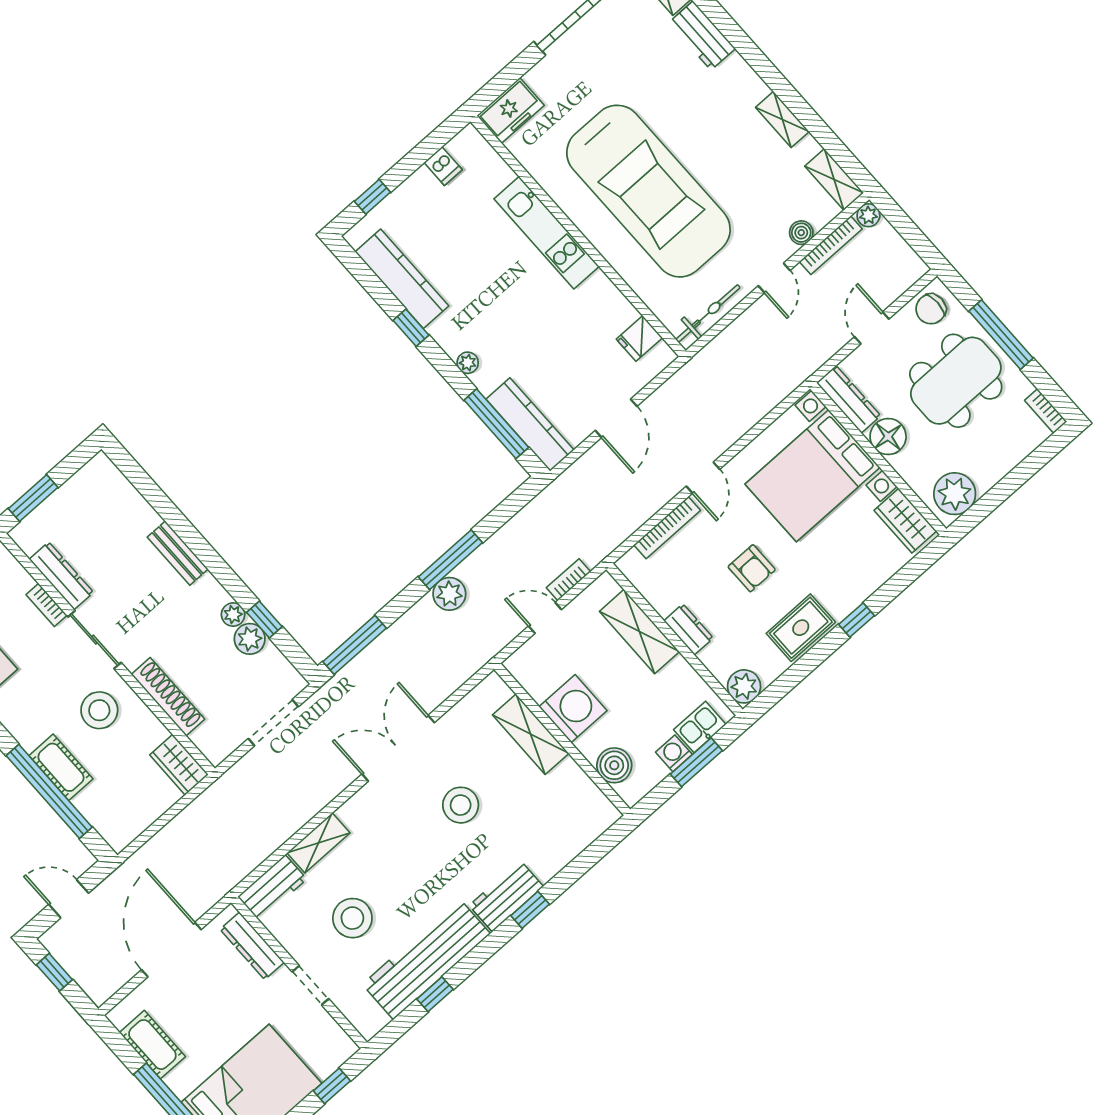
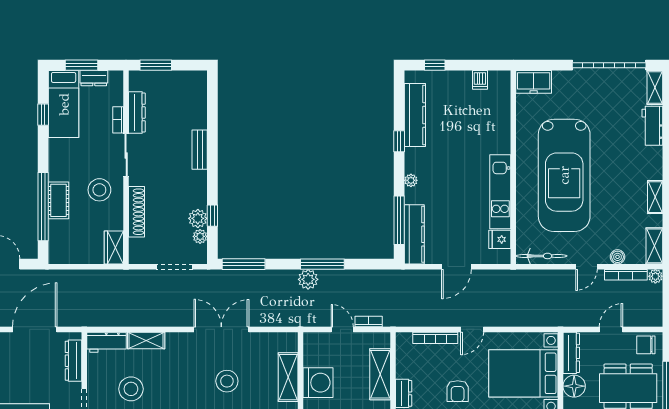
kitchen unit: (547, 233) -> (500, 192), moved
plant: (233, 615) -> (200, 236), moved

